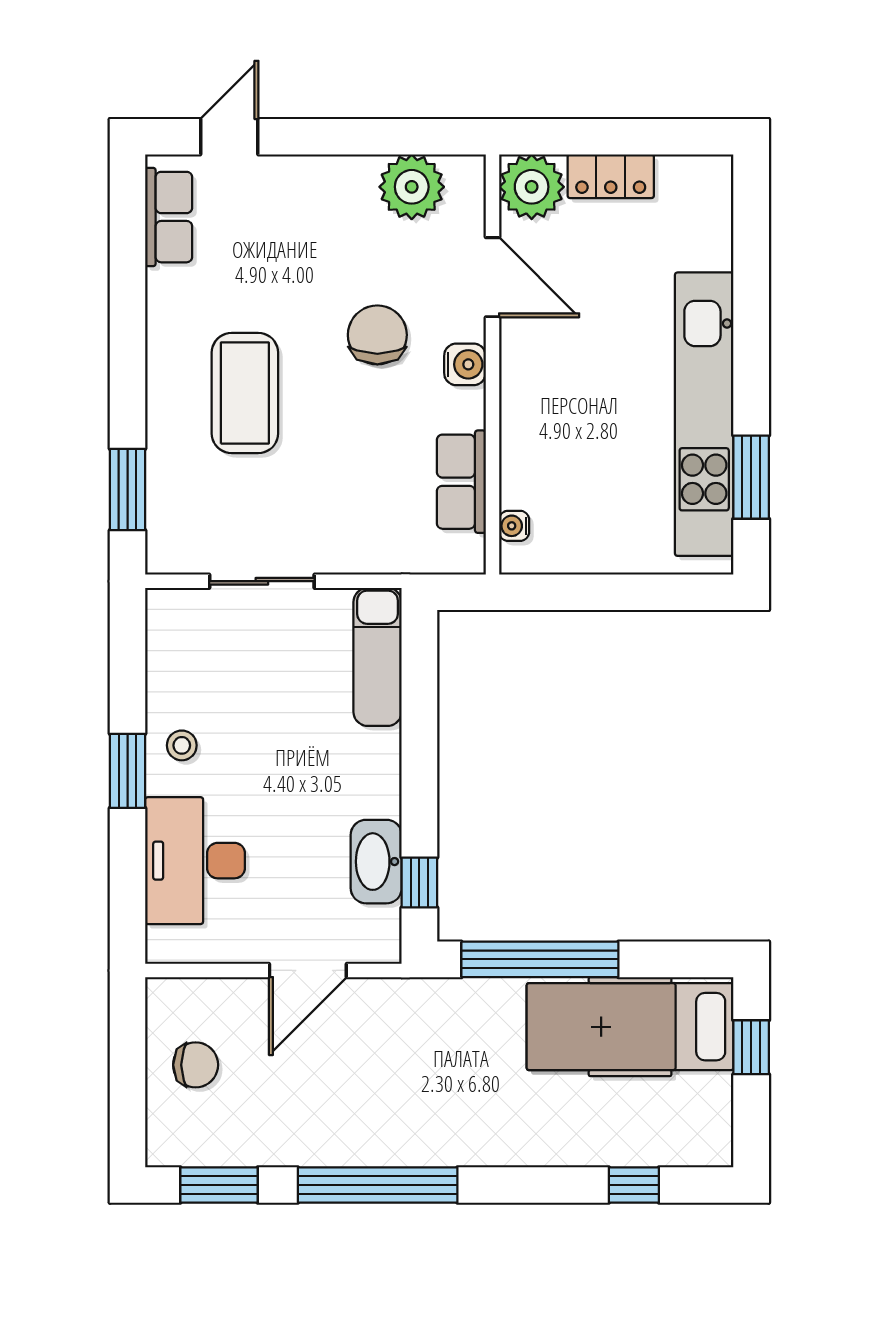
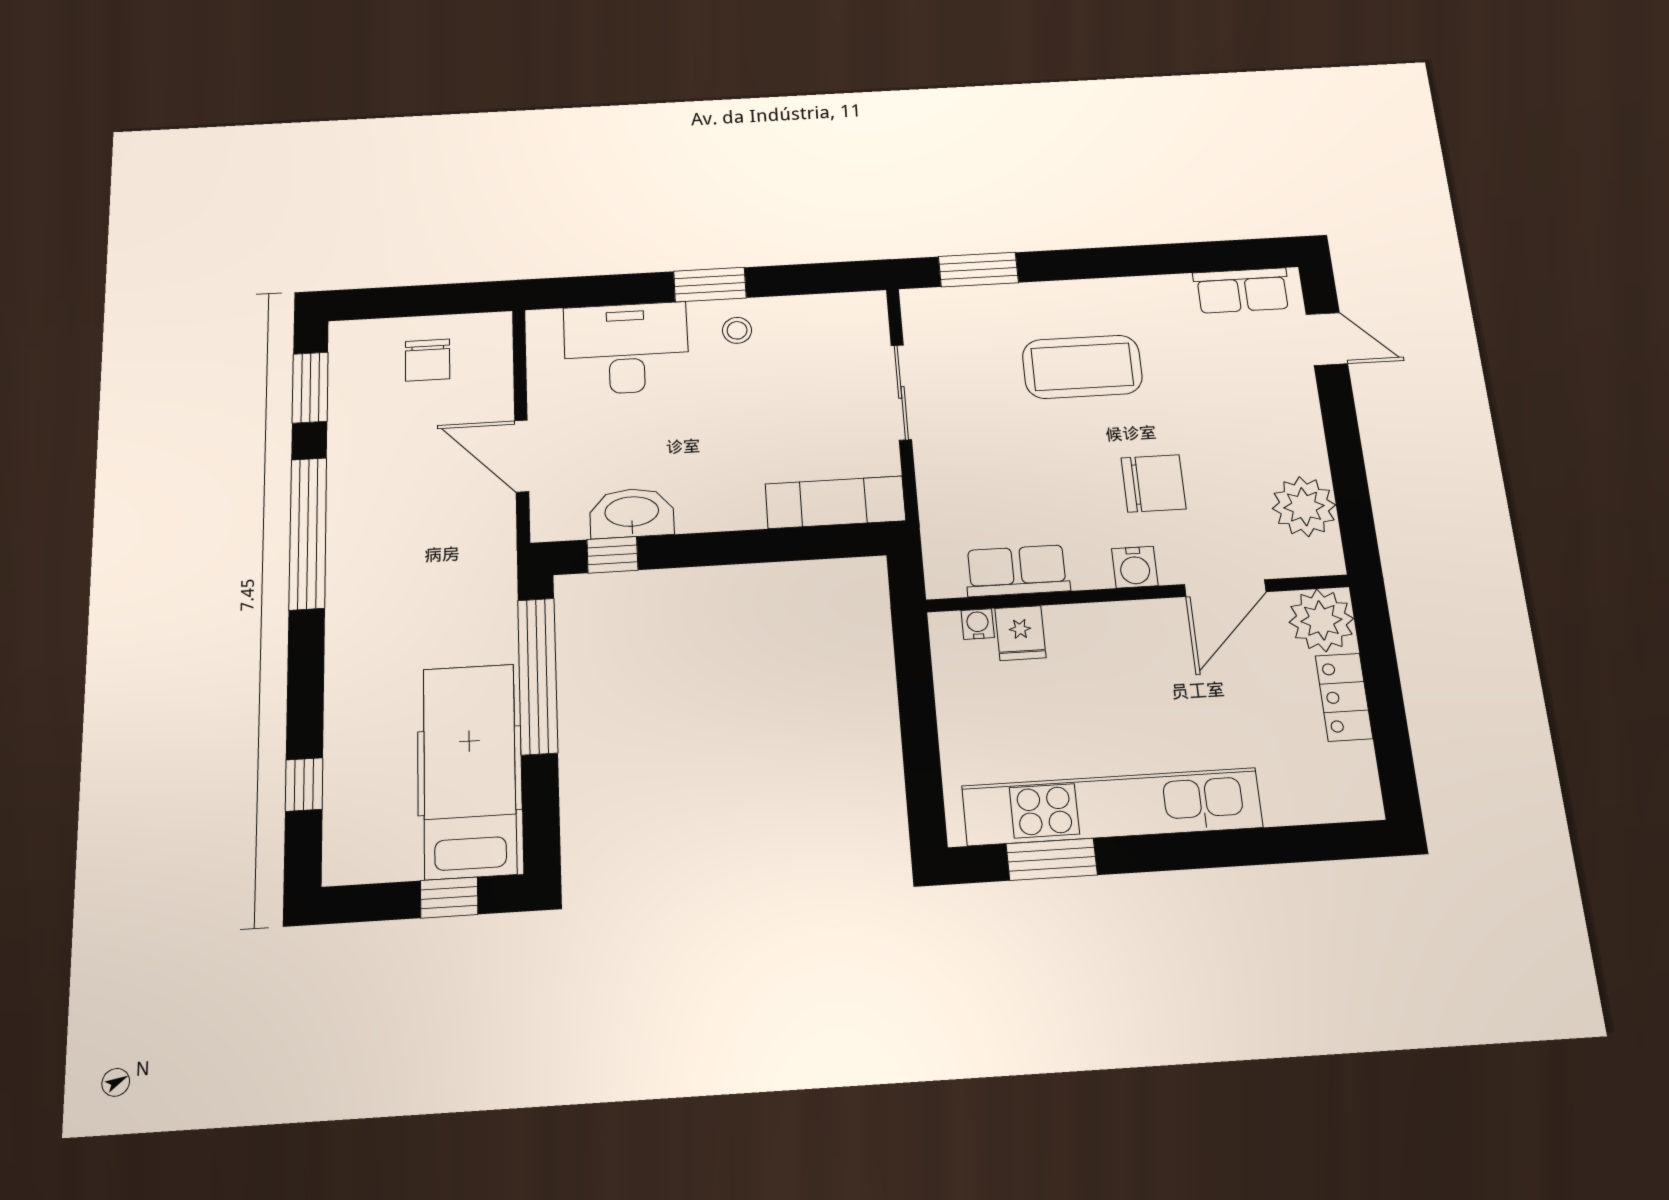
fridge: (526, 485) -> (1020, 633), added

